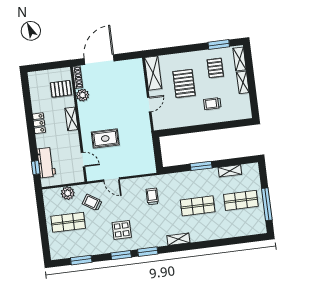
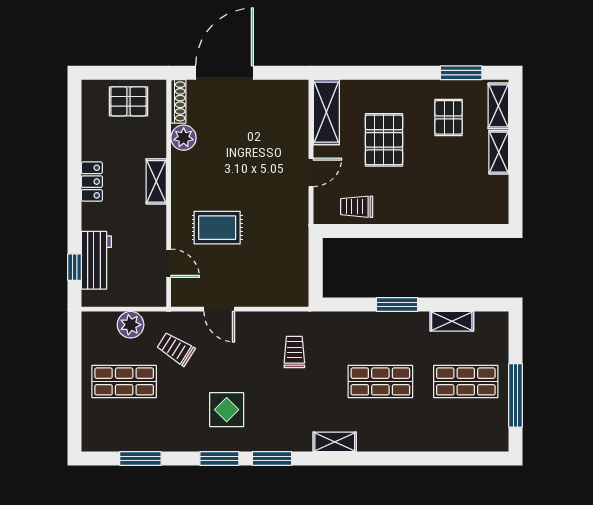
pallet: (61, 89) -> (128, 101), moved
trolley: (212, 104) -> (357, 207), moved

